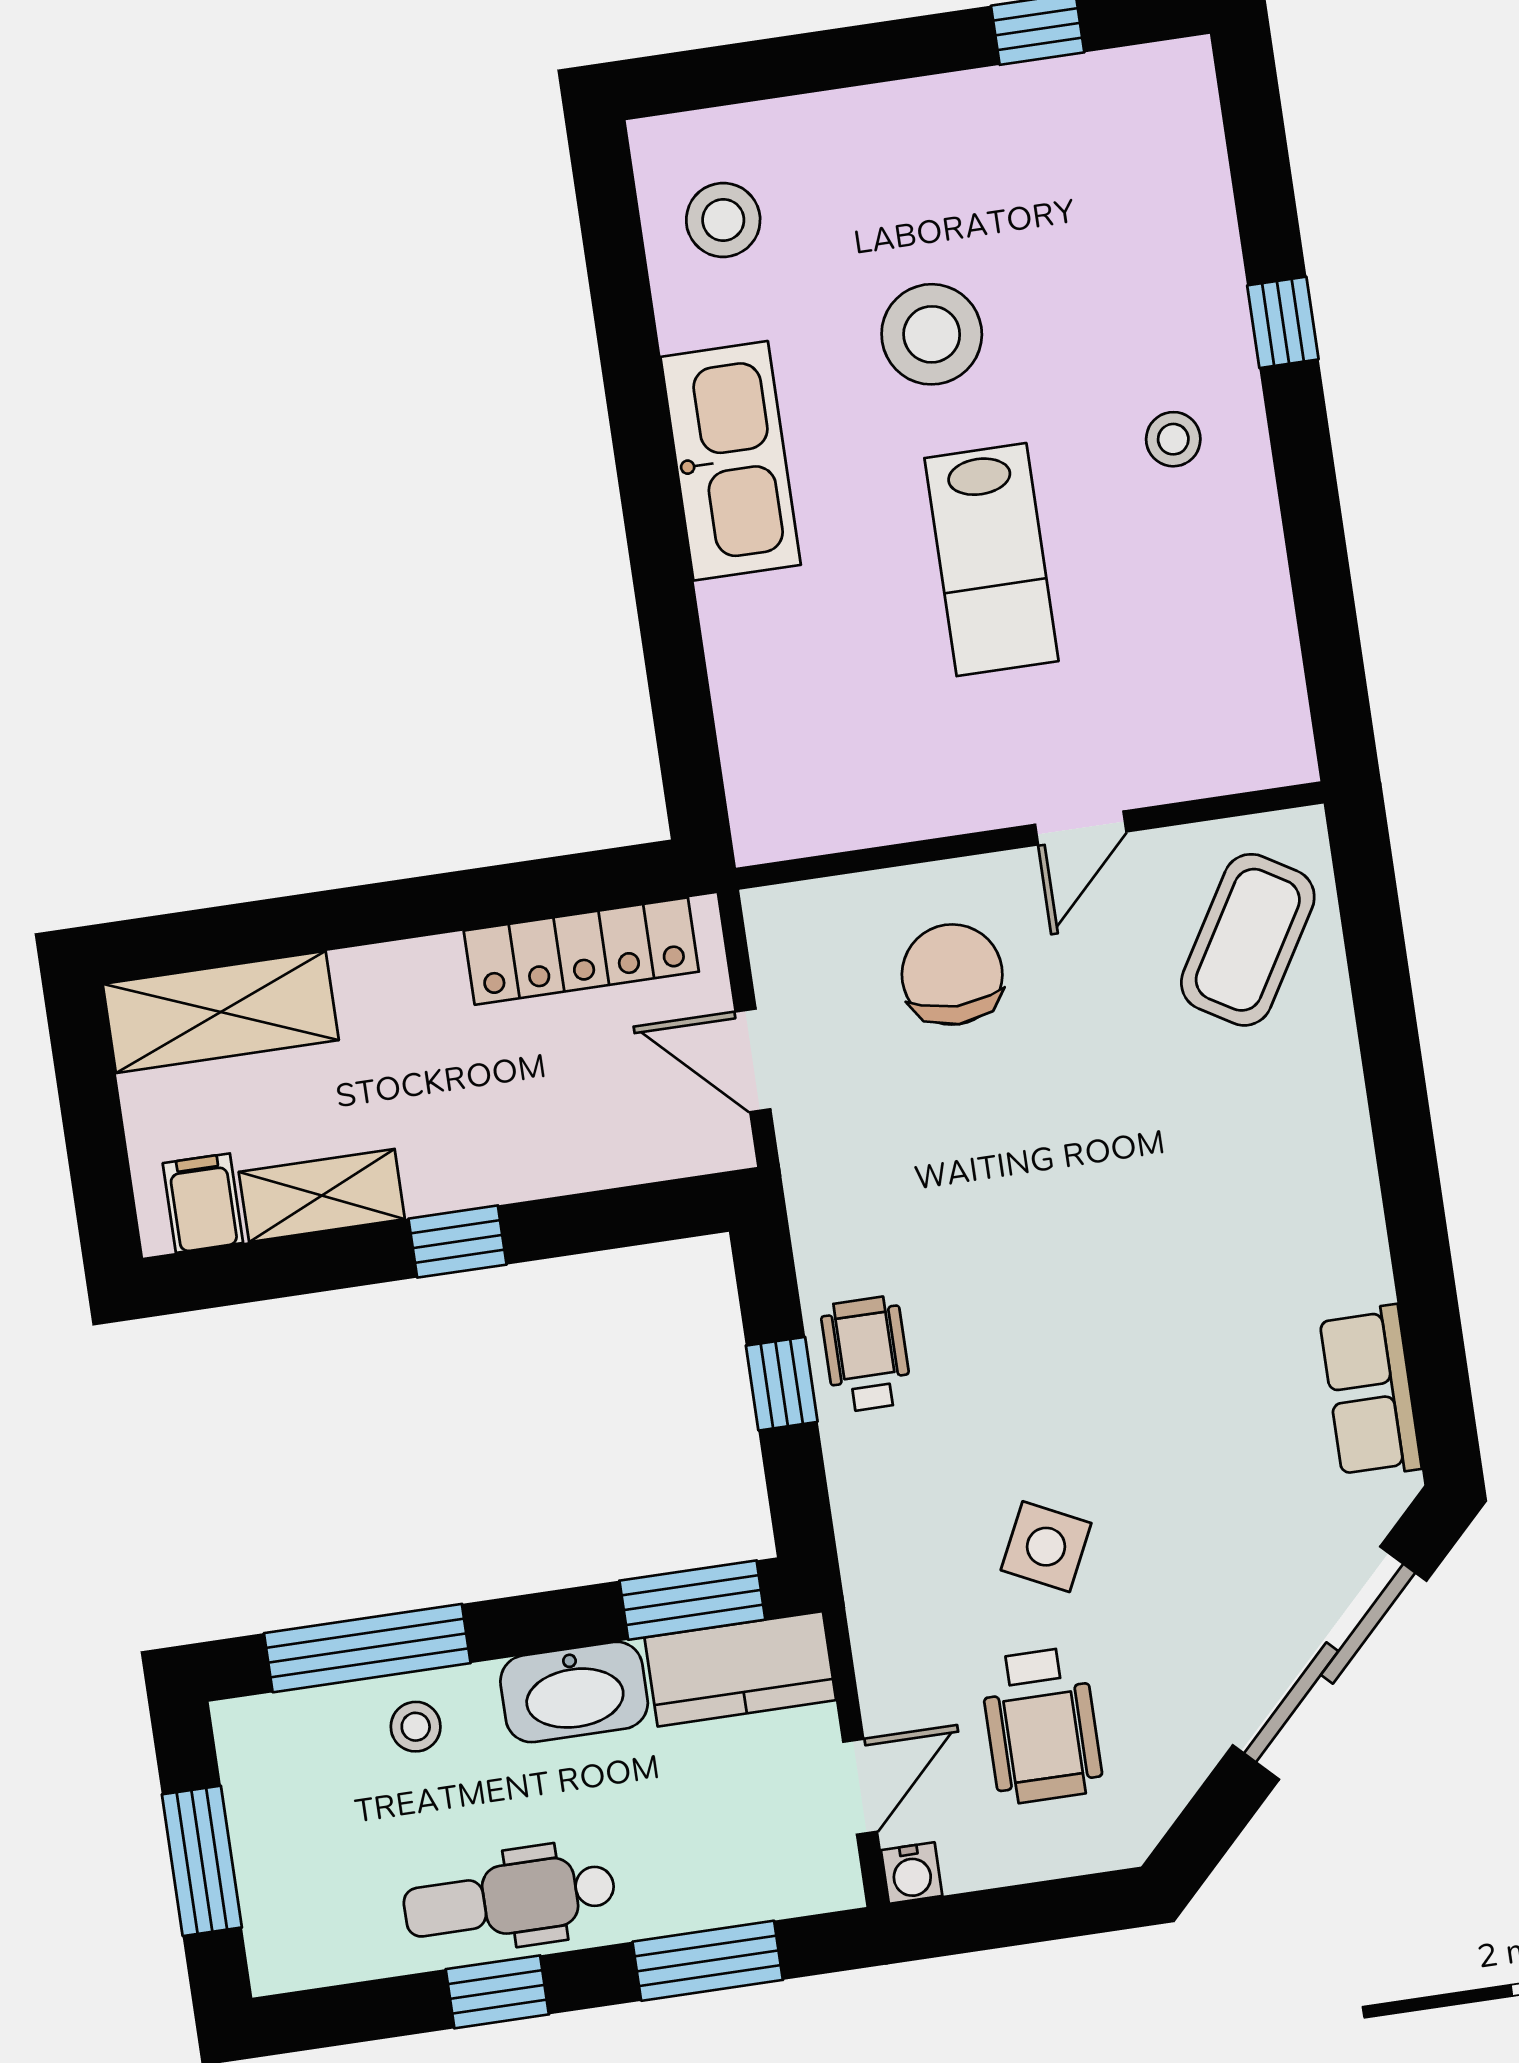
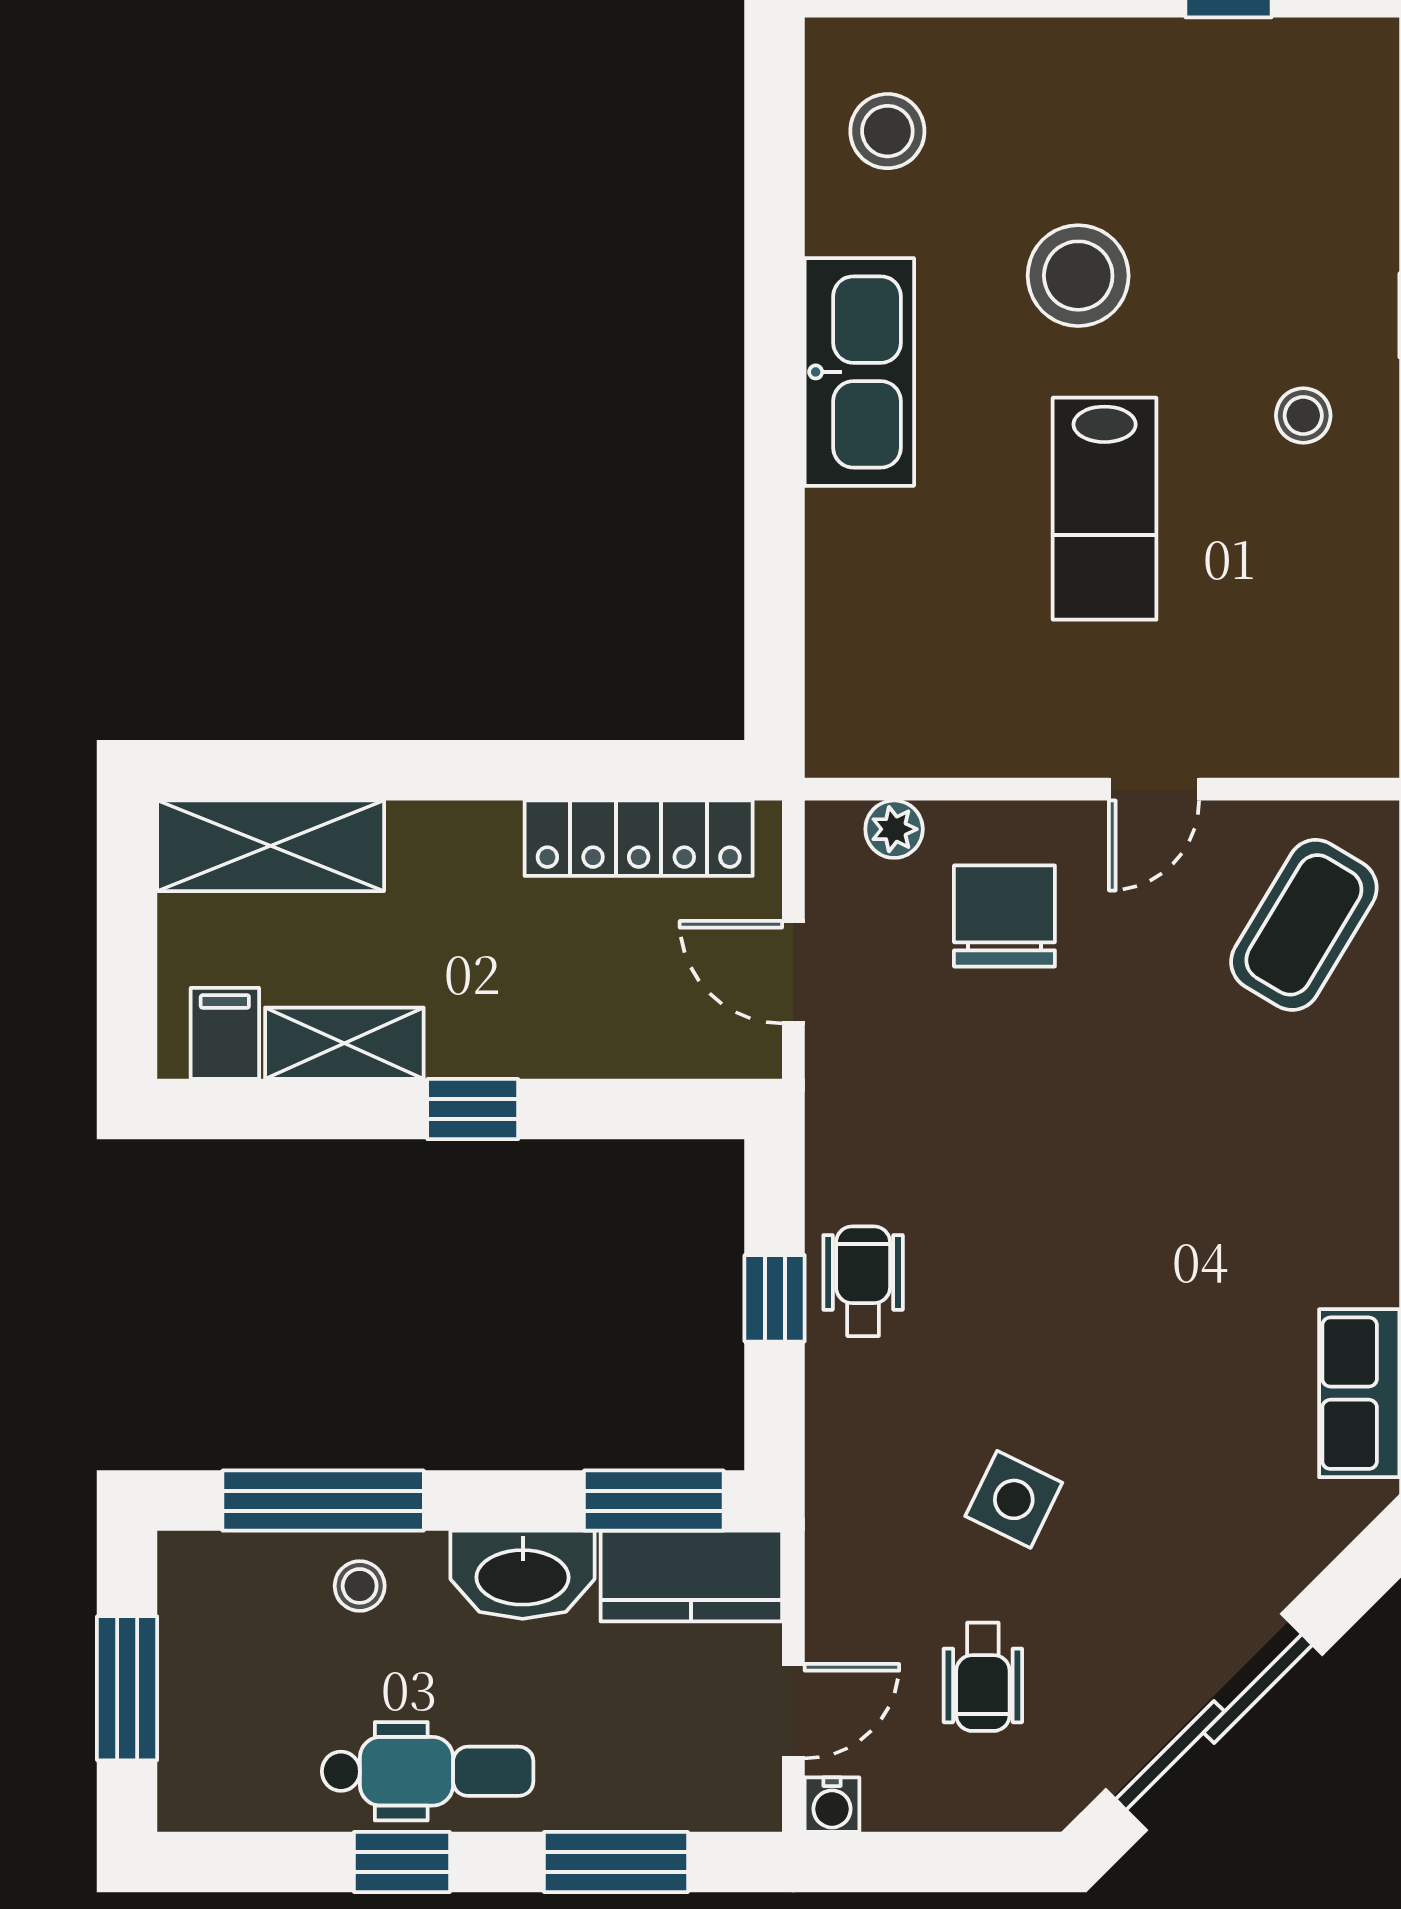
plant: (831, 905) -> (894, 829), added
sliding door: (1330, 1663) -> (1214, 1722), moved
wheelchair: (1041, 1725) -> (983, 1677), width x0.73, depth x0.73
dental chair: (509, 1899) -> (428, 1771), turned 180

